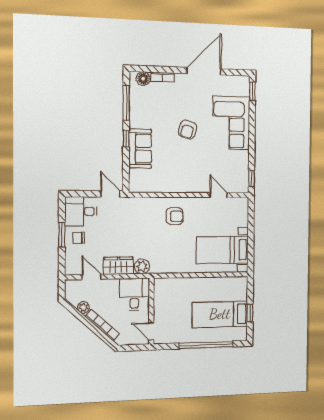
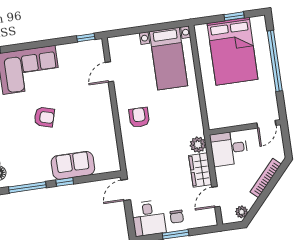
plant: (84, 308) -> (242, 212), moved
bed: (220, 314) -> (233, 51), width x1.50

